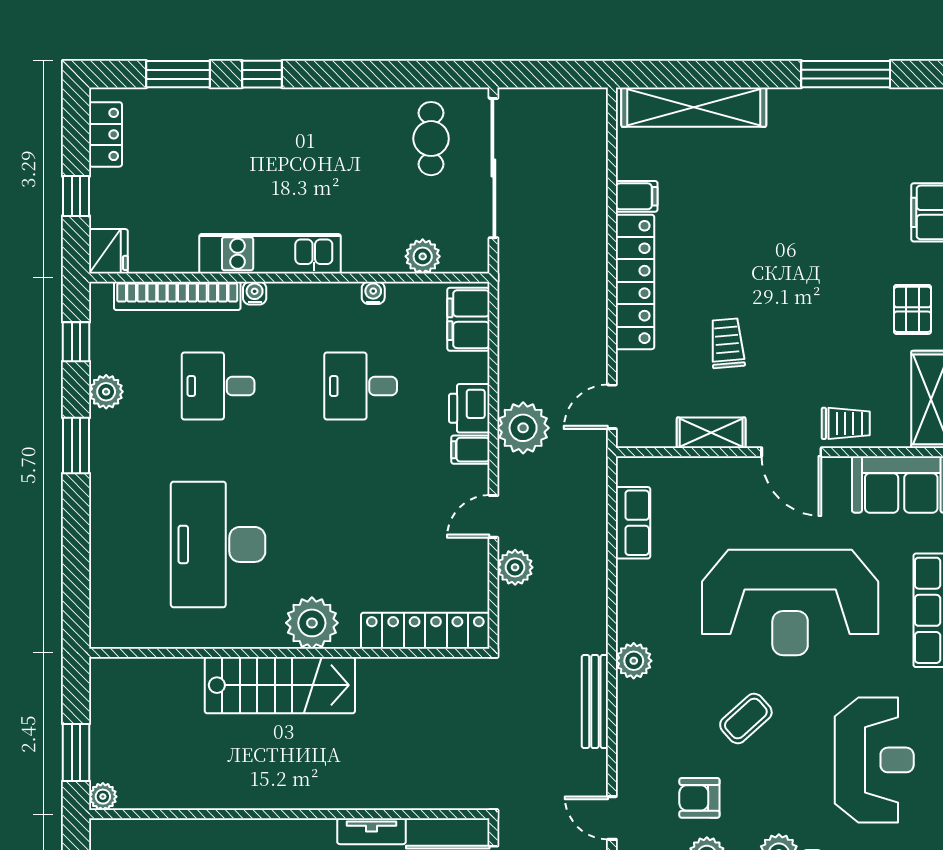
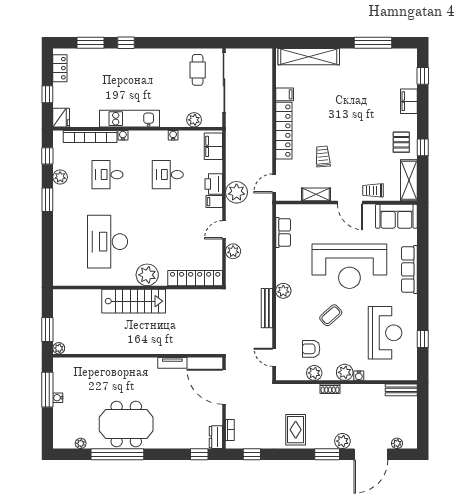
trolley: (846, 423) -> (373, 190), turned 180

